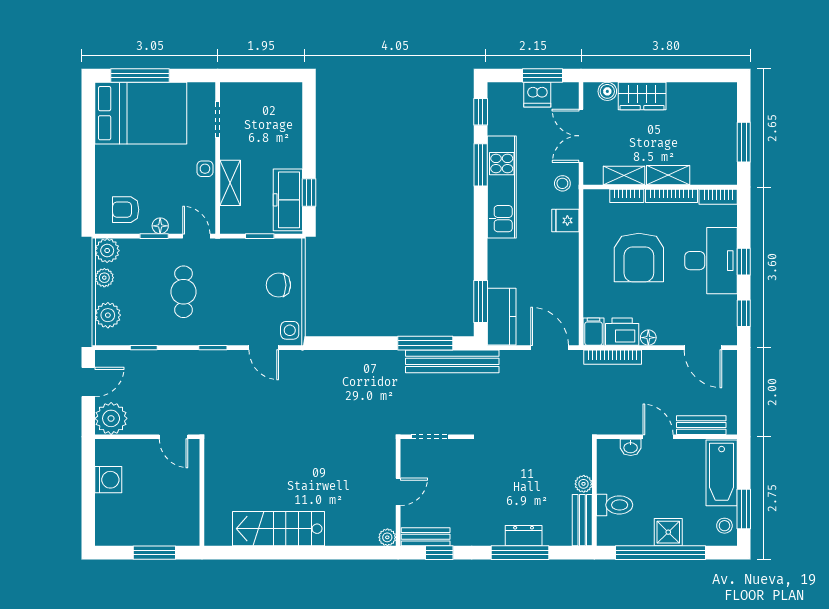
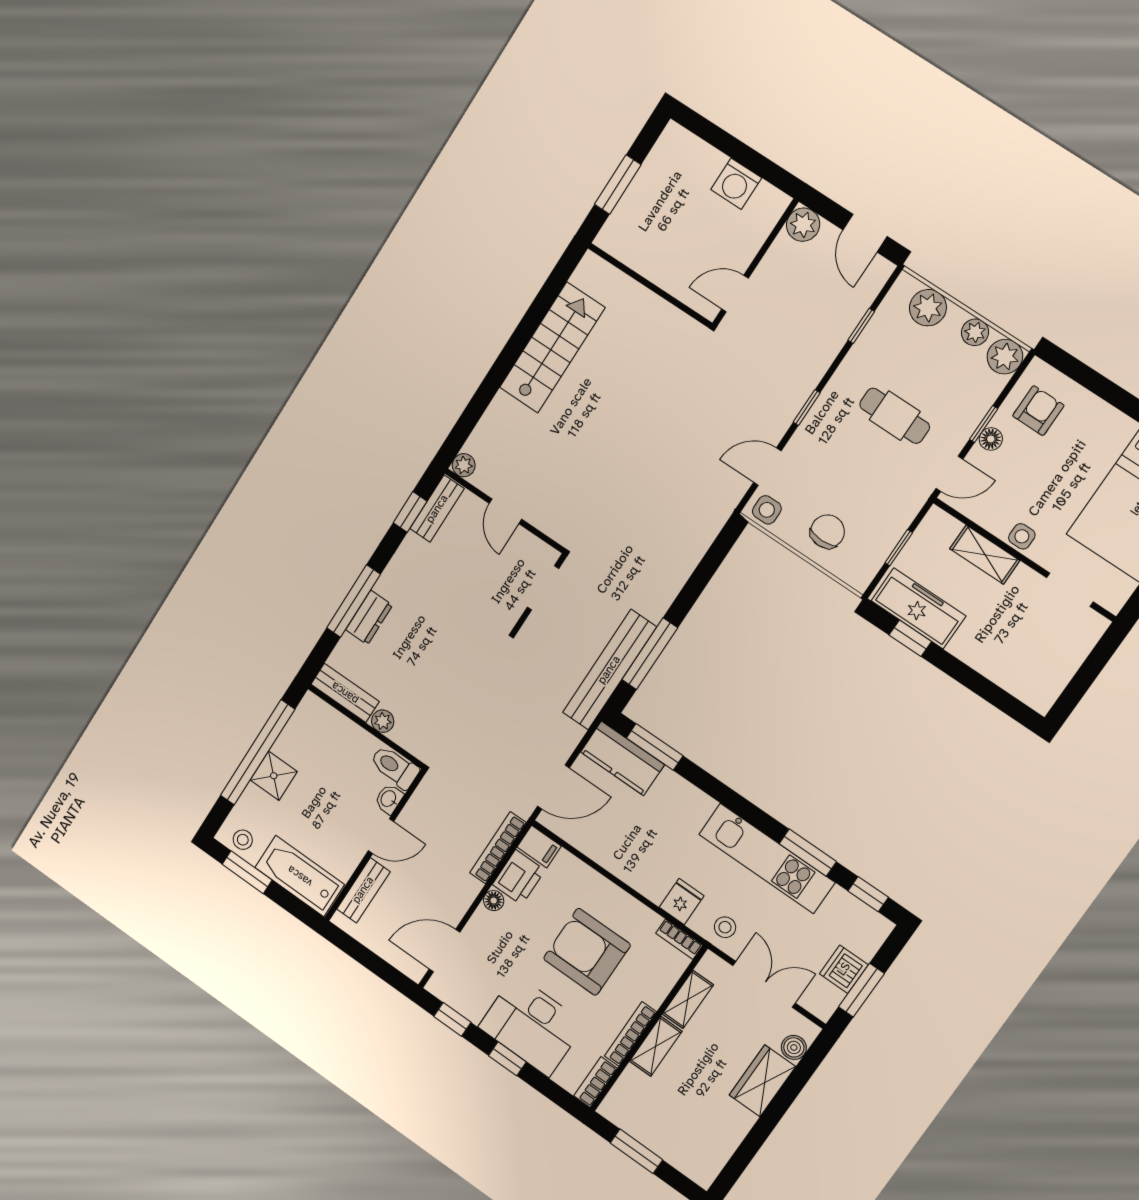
bookcase: (627, 196) -> (679, 939), moved, turned -90
plant: (111, 418) -> (803, 225), width x0.73, depth x0.73
toilet: (615, 505) -> (395, 767), moved, turned 90

